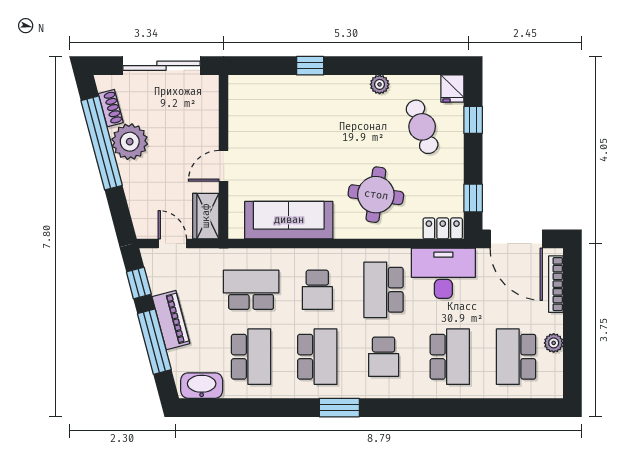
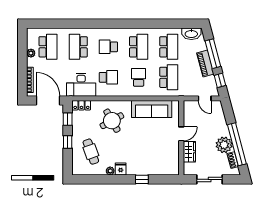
sliding door: (162, 66) -> (210, 179), width x0.73
fridge: (452, 89) -> (121, 169), moved
window: (473, 120) -> (68, 142), moved
round table: (376, 195) -> (112, 121), turned -37
wardrobe: (206, 216) -> (189, 152), moved
school desk: (251, 290) -> (169, 77), turned -90
school desk: (384, 290) -> (108, 77), width x0.54
school desk: (251, 357) -> (169, 47), turned 180
school desk: (317, 357) -> (139, 47), turned 180
school desk: (384, 357) -> (108, 47), turned -90
window: (339, 408) -> (129, 24), removed

